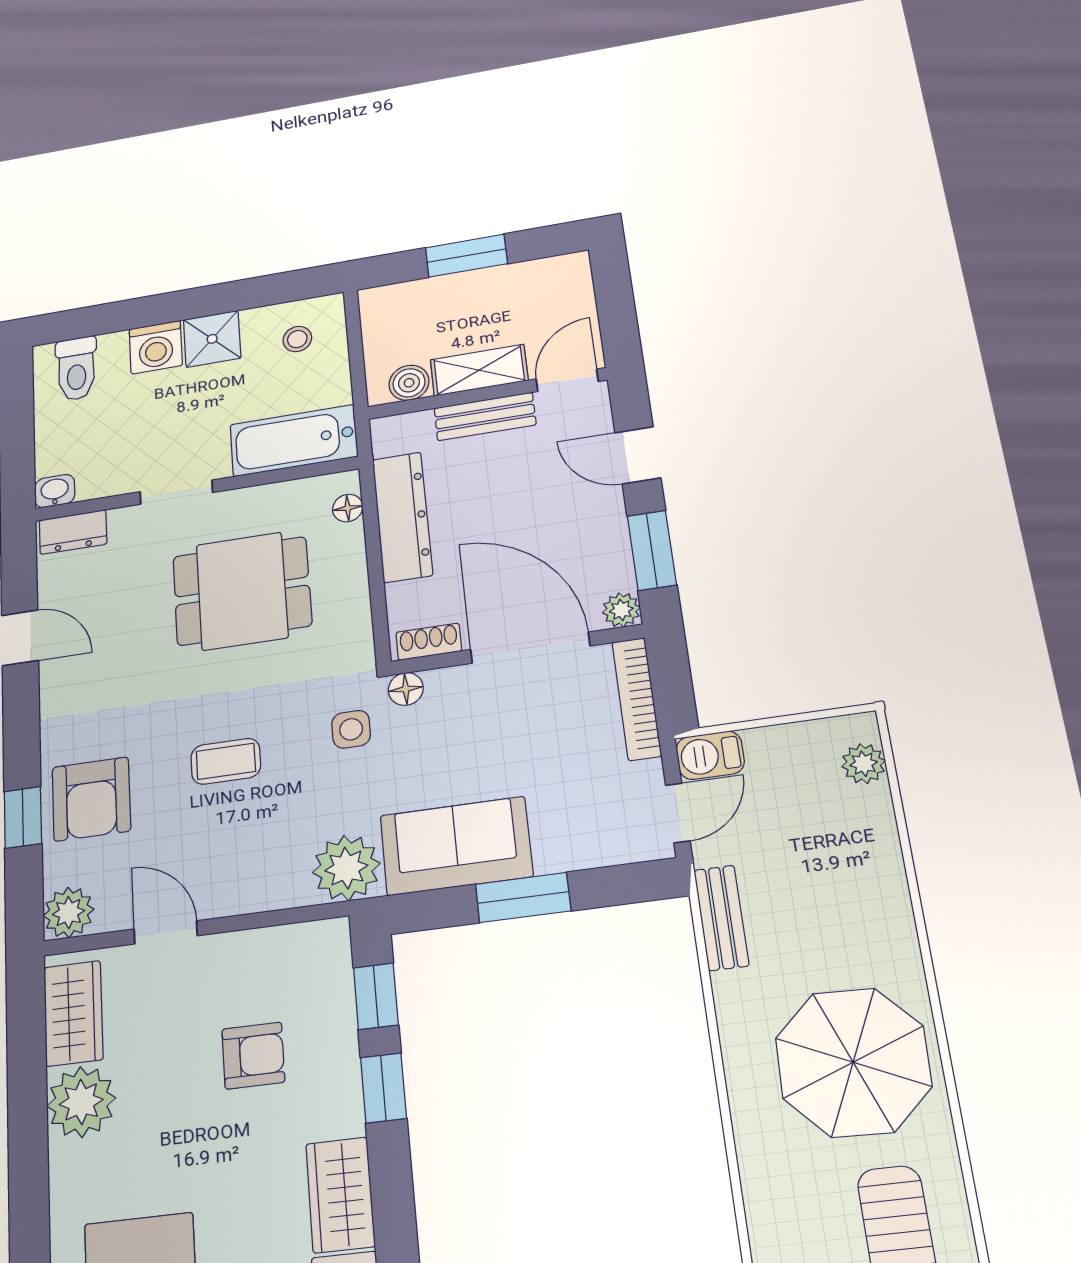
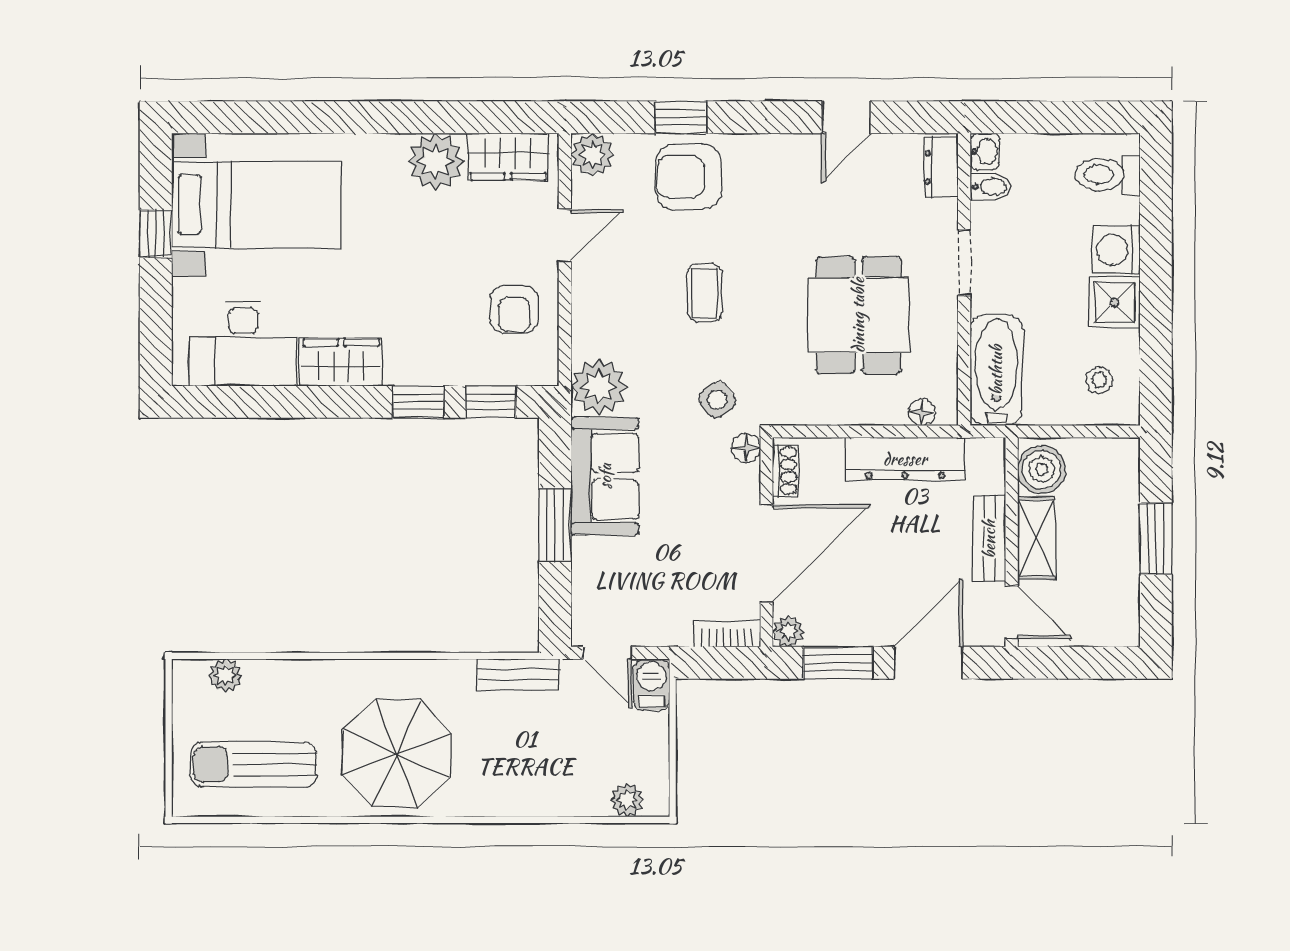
boiler: (409, 383) -> (1042, 470), width x1.36, depth x1.36
door: (638, 455) -> (928, 663), width x1.38
bidet: (93, 479) -> (990, 187), added
bookcase: (637, 699) -> (727, 634), width x0.64
side table: (351, 729) -> (717, 400), turned -37
armchair: (253, 1056) -> (514, 309), moved

